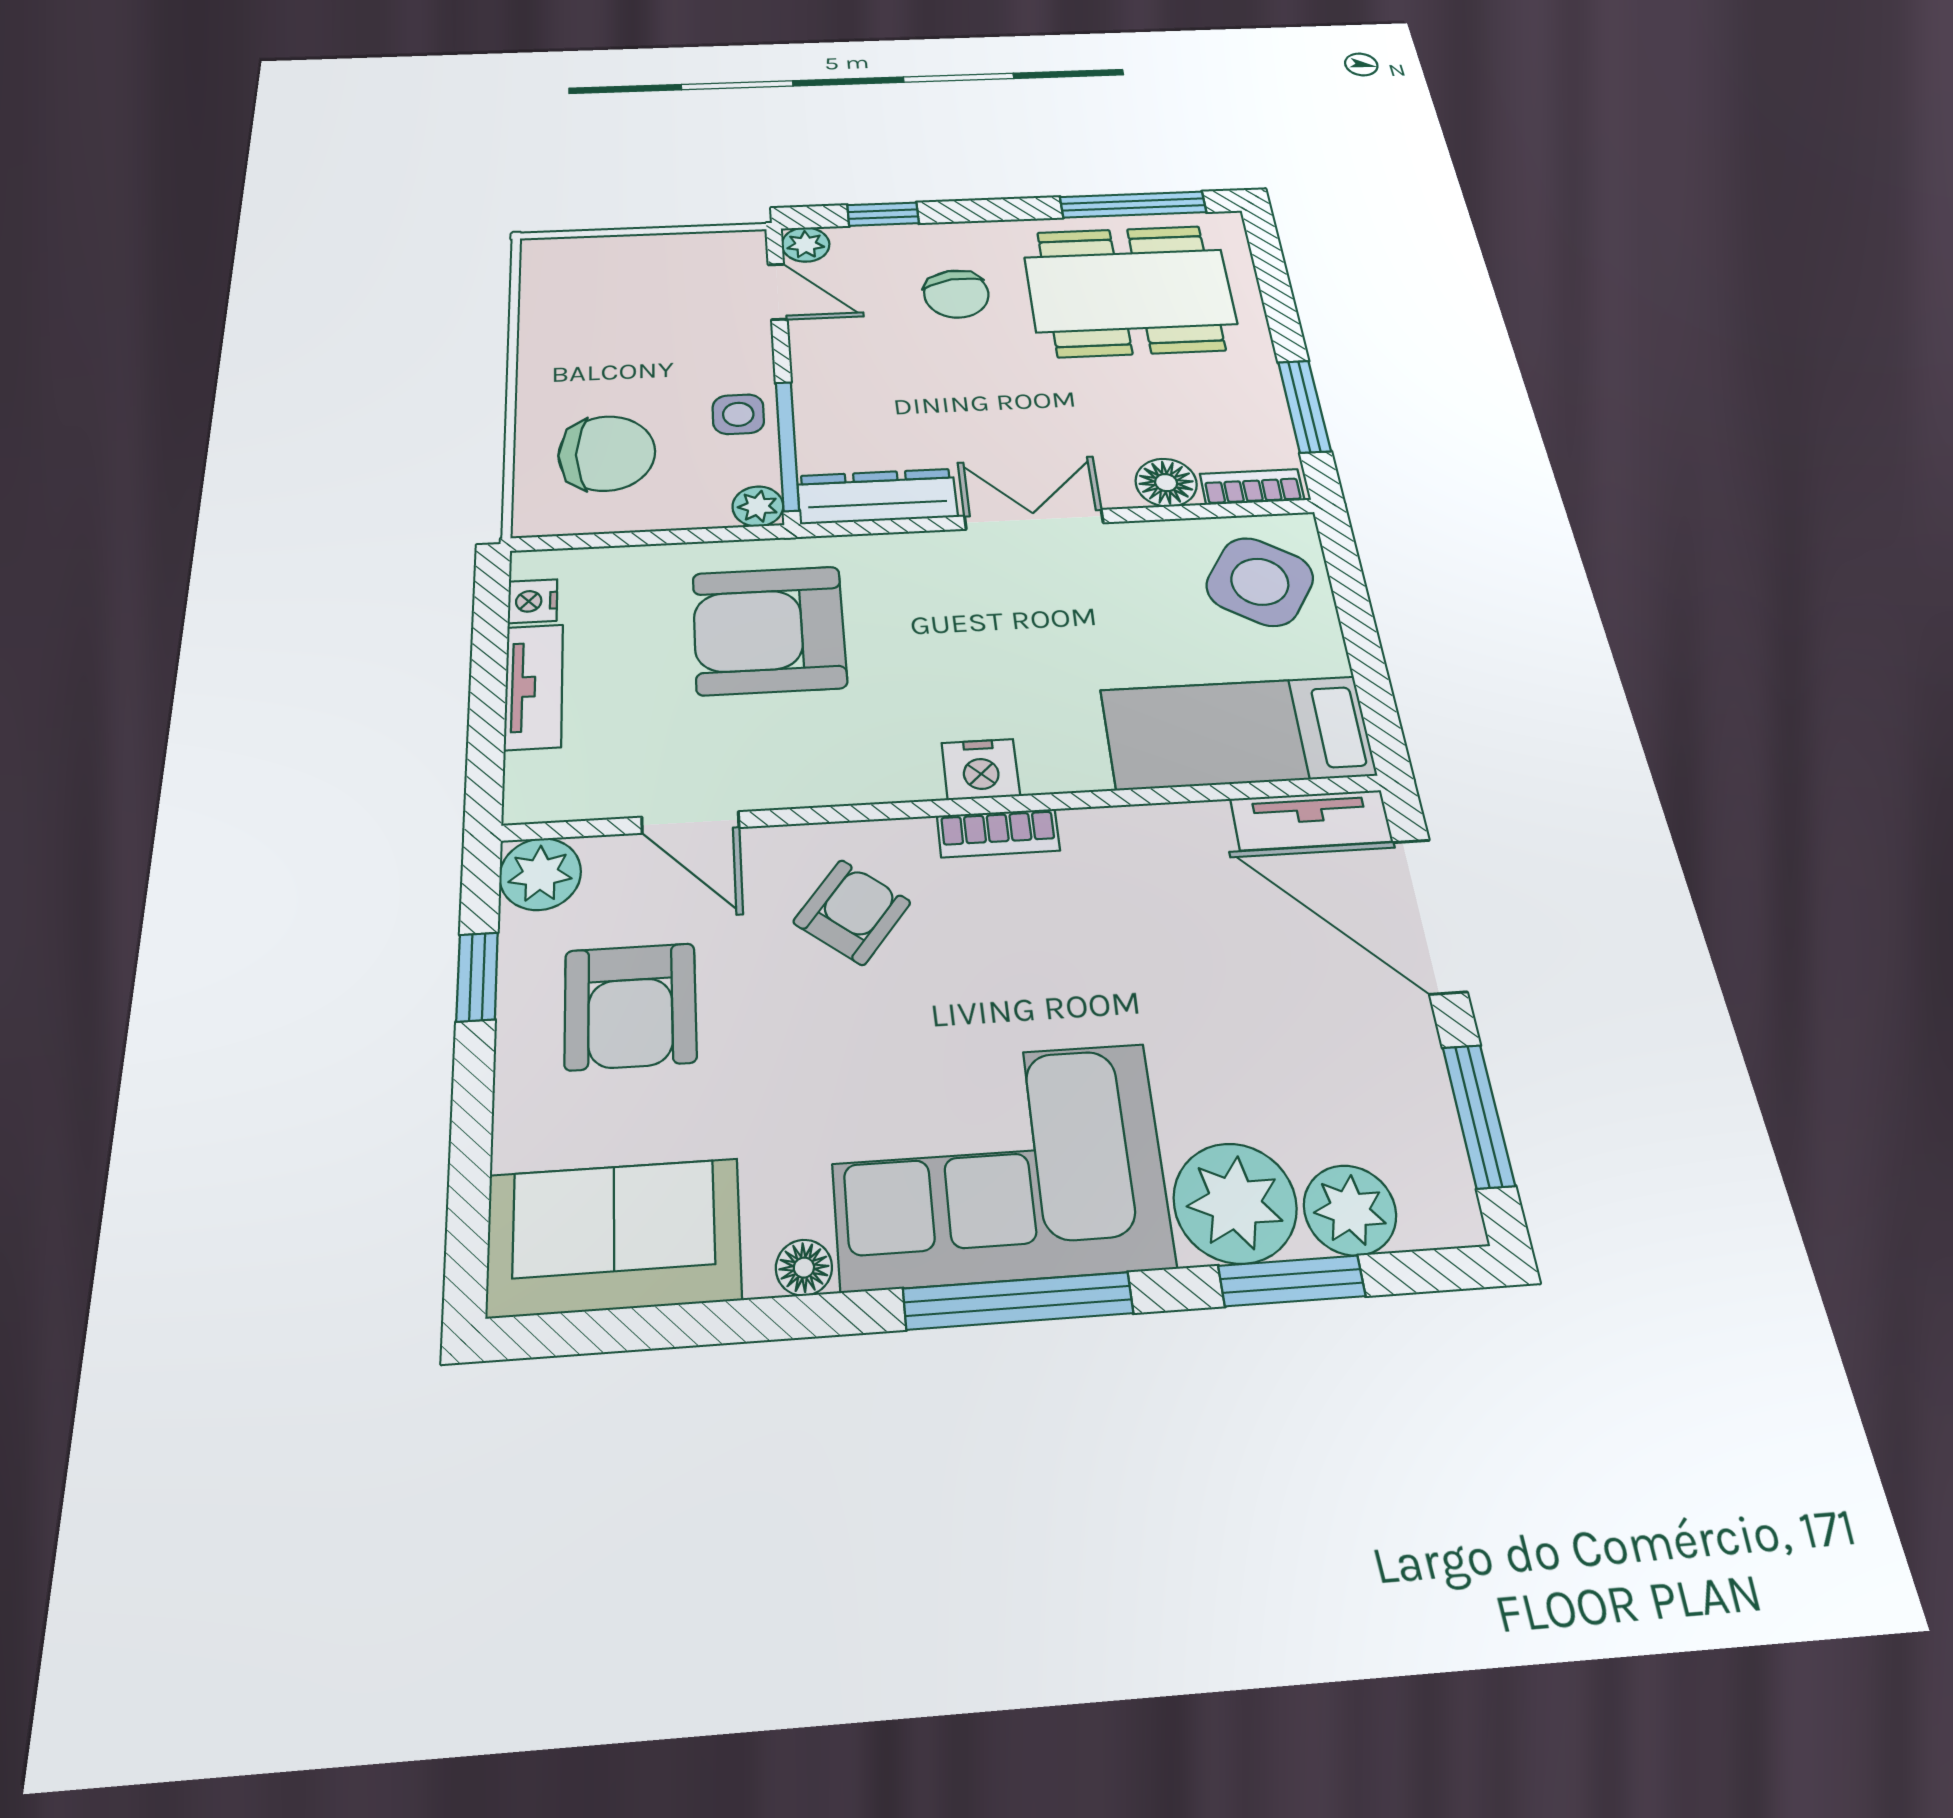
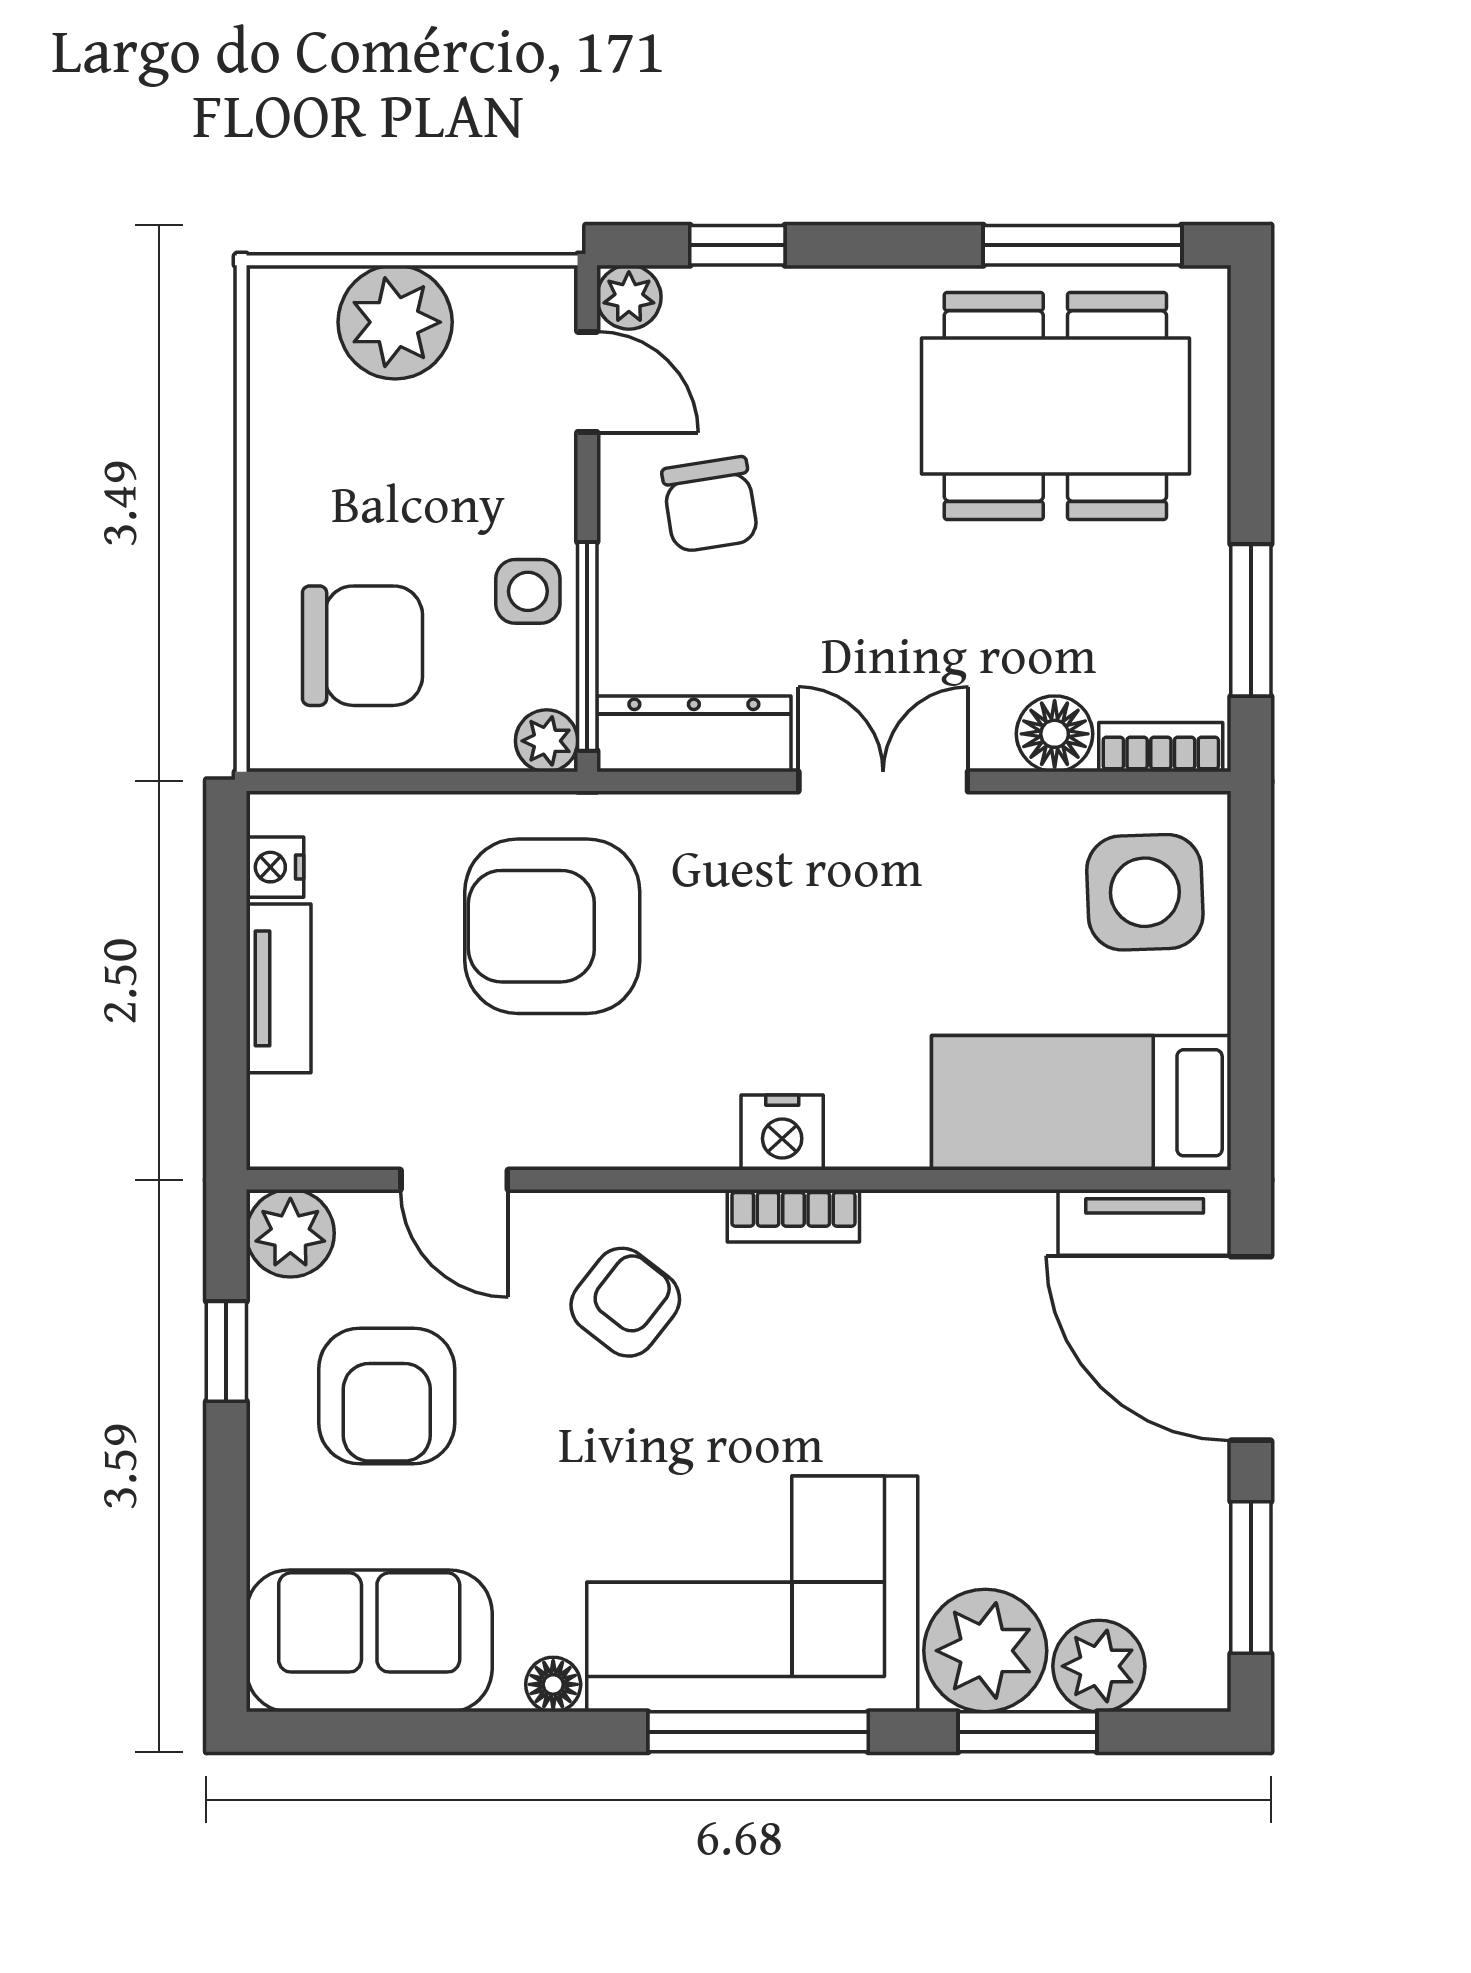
plant: (631, 265) -> (395, 322), added
chair: (956, 294) -> (710, 505), moved
side table: (1260, 582) -> (1145, 892), turned -34

